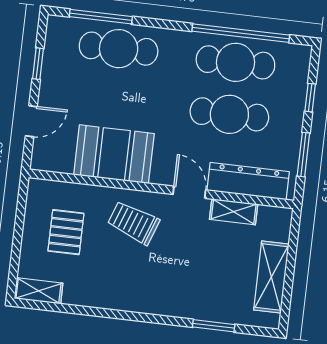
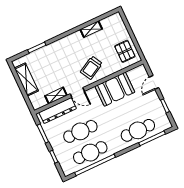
trolley: (134, 223) -> (91, 68), turned 131
pallet: (66, 232) -> (125, 51), moved
shelving: (39, 291) -> (91, 29), moved

